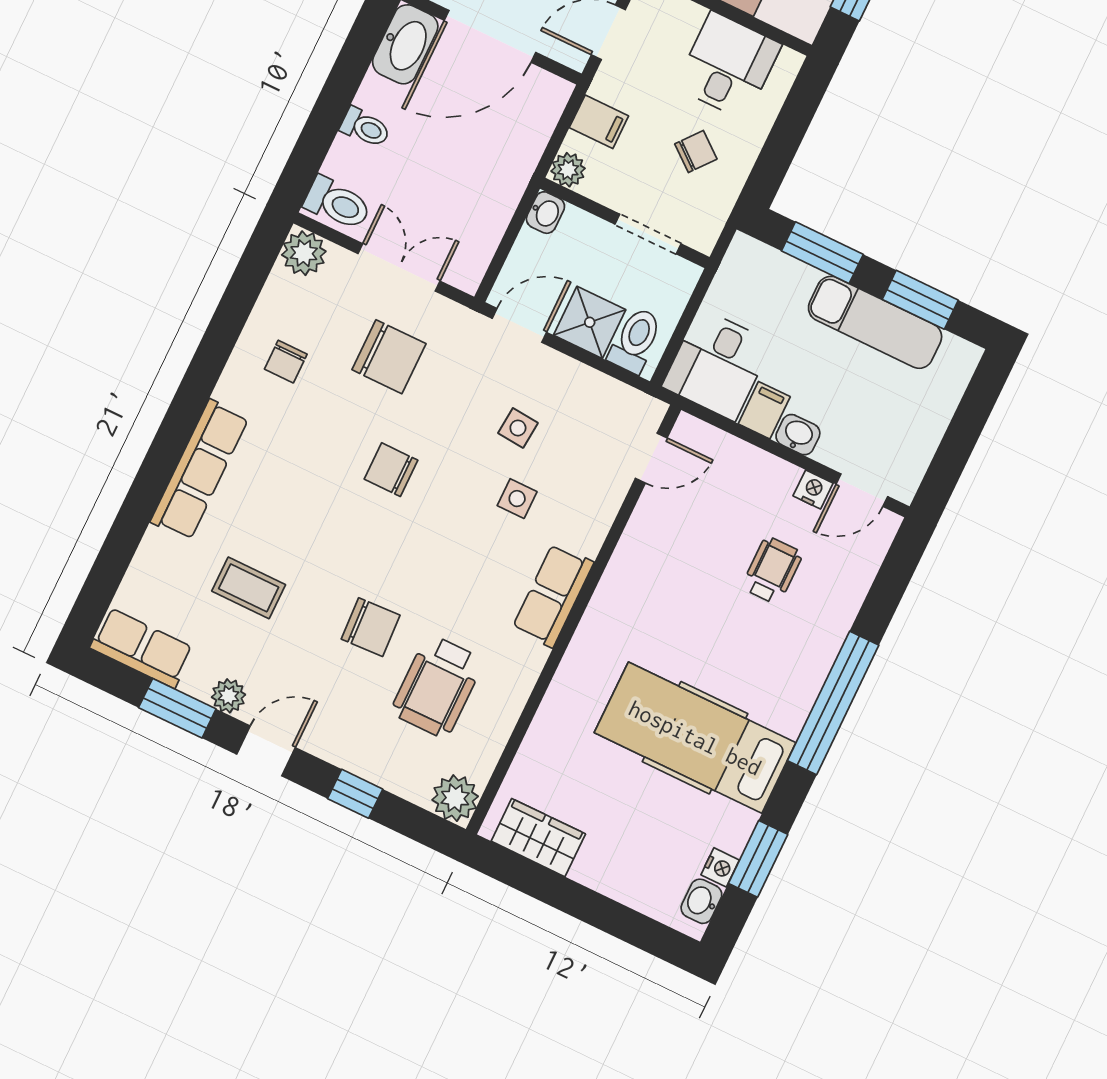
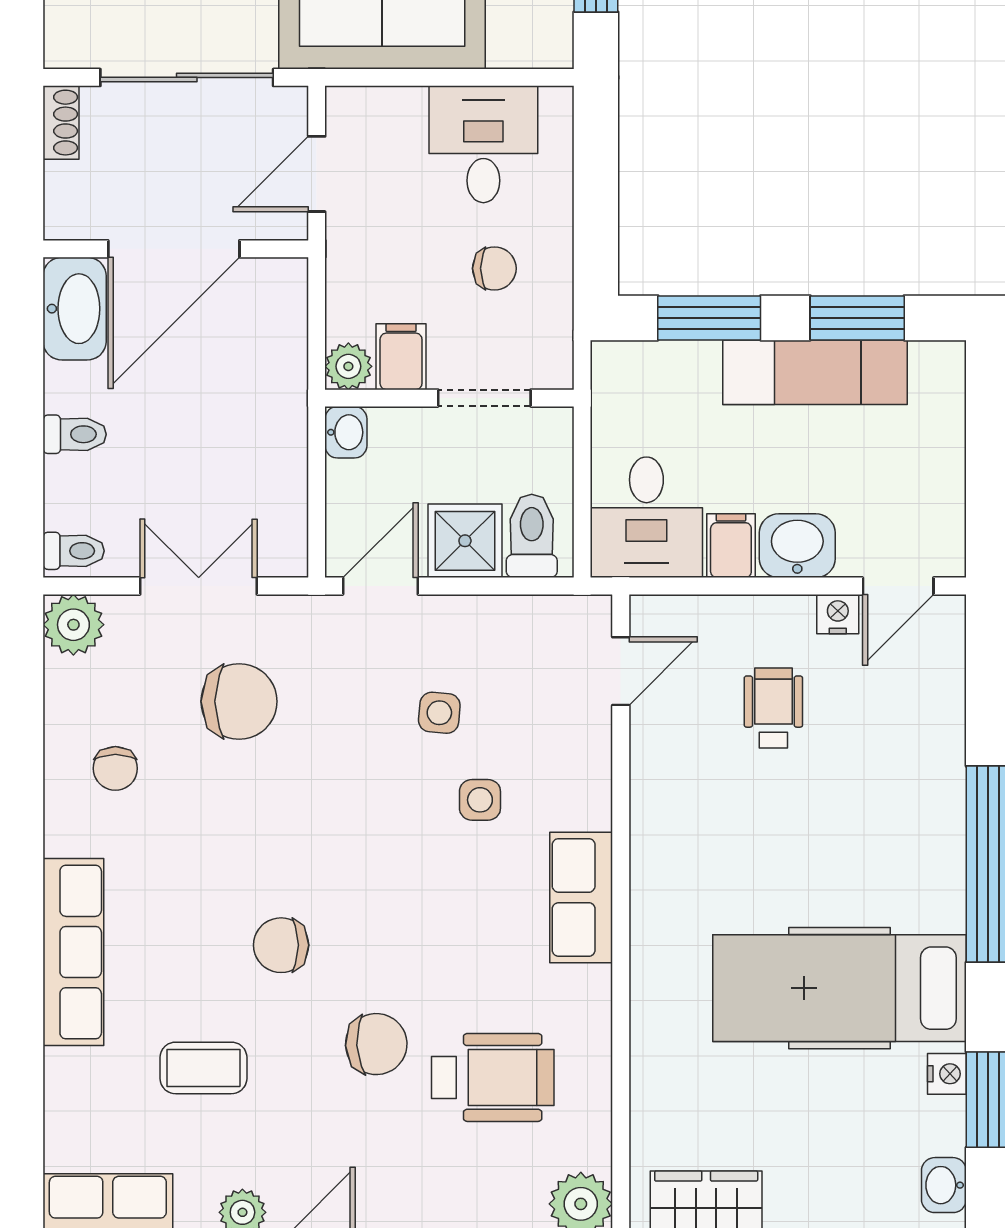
filing cabinet: (599, 122) -> (401, 357), moved, turned -90
chair: (696, 151) -> (494, 268), turned 51
toilet: (337, 203) -> (74, 551), width x0.73, depth x0.72
washbasin: (798, 435) -> (797, 546), width x1.38, depth x1.45
chair: (391, 470) -> (281, 945), moved
wheelchair: (772, 570) -> (773, 708), moved
wheelchair: (437, 686) -> (493, 1077), turned -90
nightstand: (720, 867) -> (947, 1074), moved

